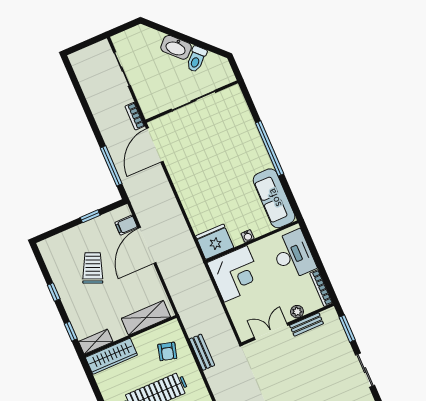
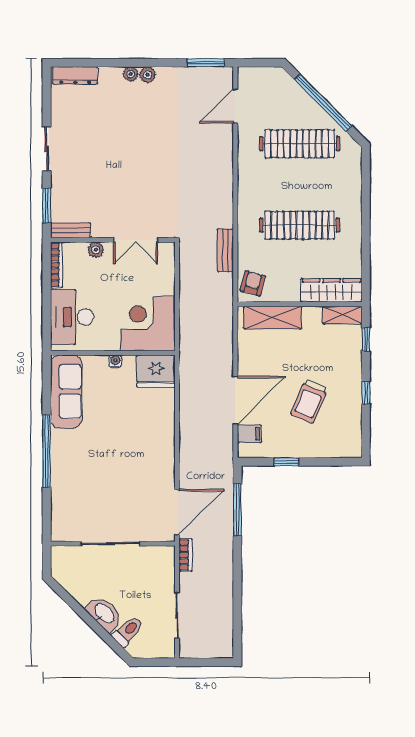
toilet: (196, 59) -> (128, 631), moved
bench: (306, 324) -> (71, 230), moved
armchair: (167, 351) -> (253, 283), moved

